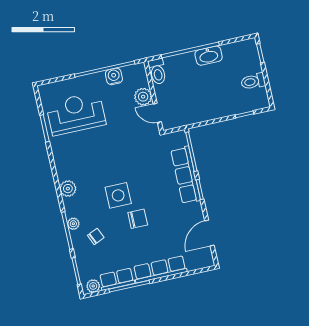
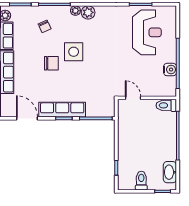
washbasin: (209, 56) -> (170, 172), moved
plant: (143, 97) -> (149, 89), removed
door: (157, 113) -> (133, 98), hinge flipped
row of seats: (186, 175) -> (62, 110), moved
chair: (138, 219) -> (51, 63), turned -90
plant: (73, 224) -> (75, 11), moved

